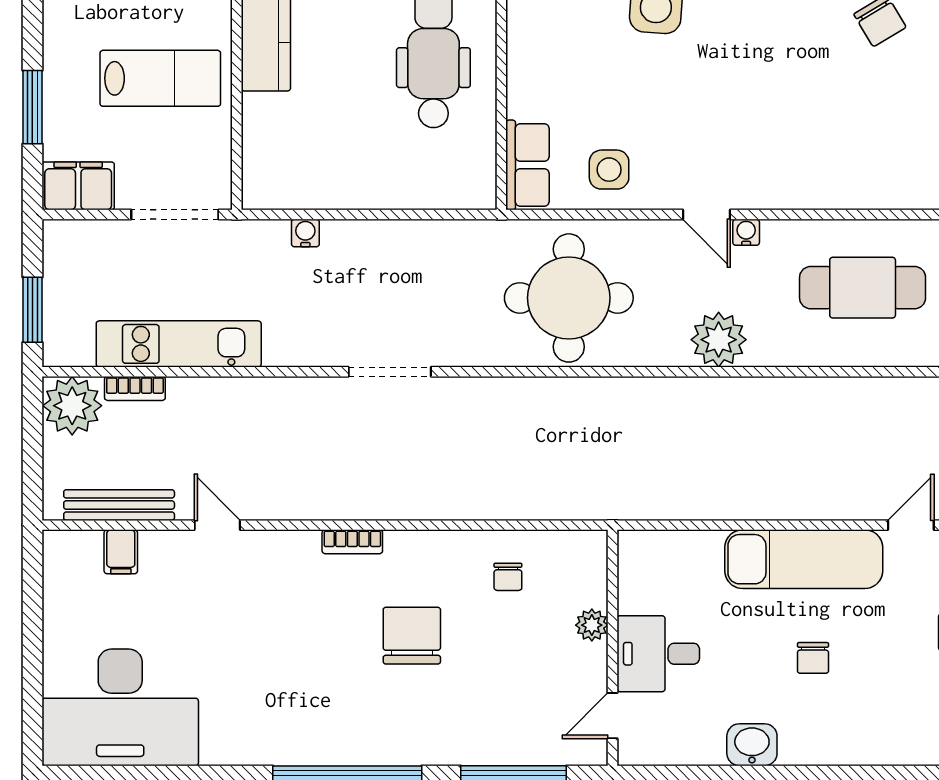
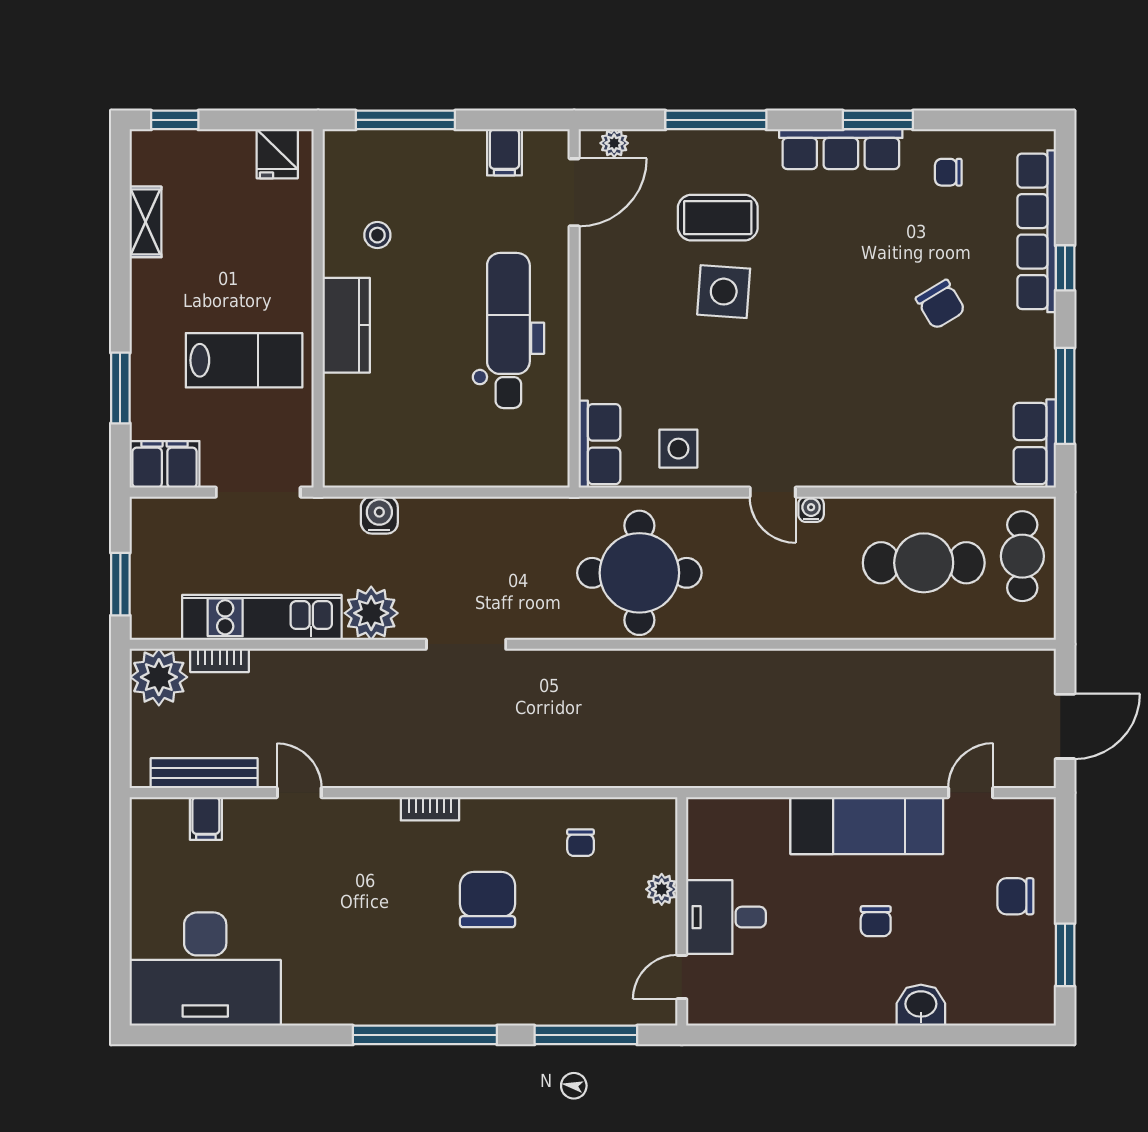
water cooler: (305, 233) -> (379, 515), width x1.38, depth x1.38
plant: (719, 340) -> (371, 613), moved
washbasin: (752, 745) -> (921, 1005), moved

